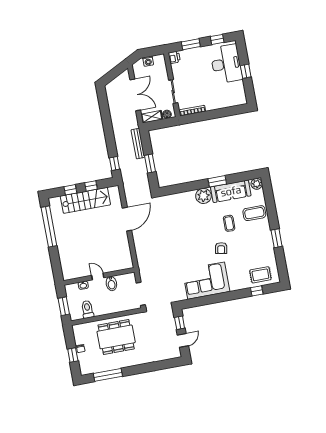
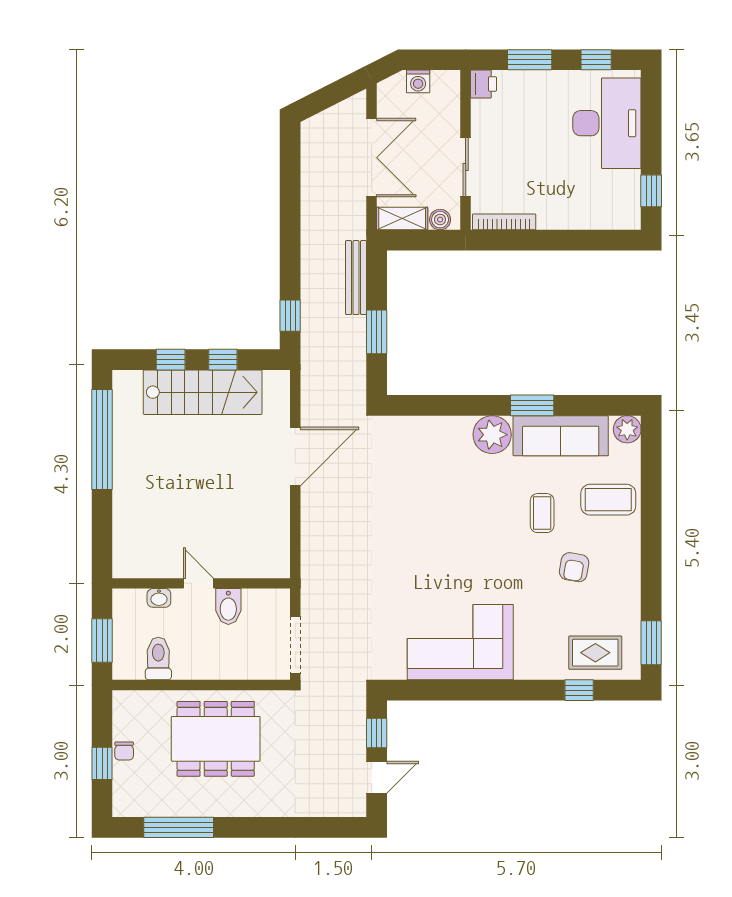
window: (246, 71) -> (651, 191), moved
window: (277, 238) -> (651, 643), moved
armchair: (221, 248) -> (574, 567), moved

